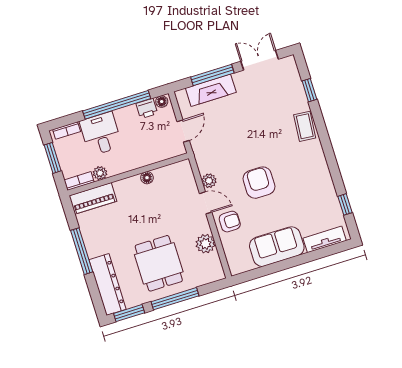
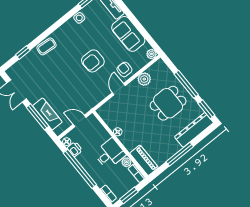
desk: (101, 134) -> (110, 154), moved, turned 180
plant: (209, 181) -> (151, 54), moved
side table: (326, 188) -> (79, 18), added

